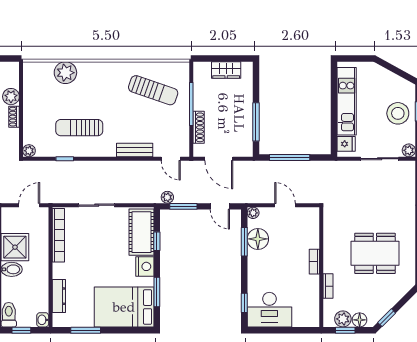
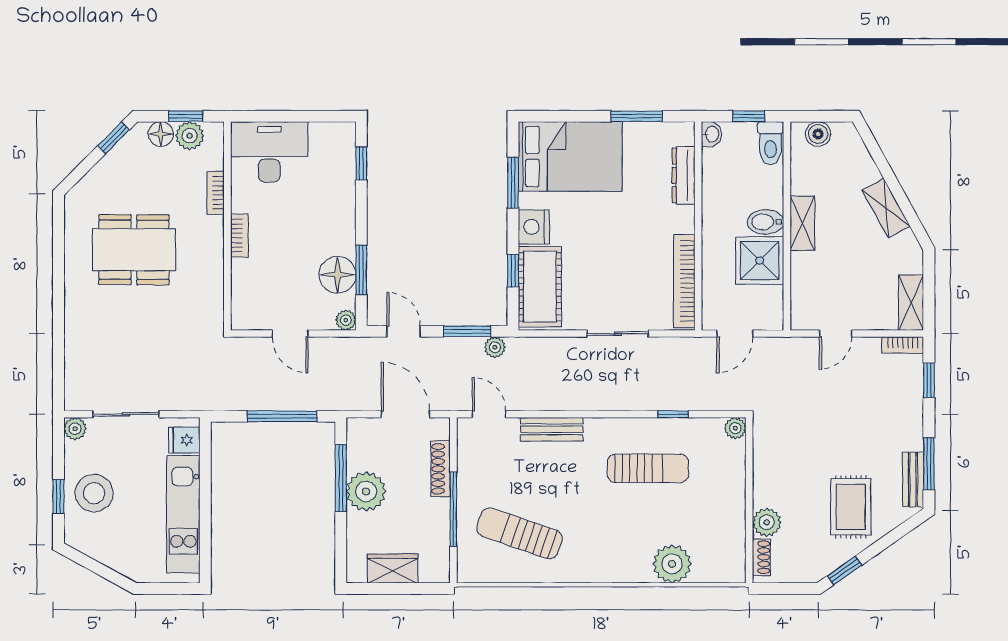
plant: (241, 114) -> (366, 491), added
shoe rack: (14, 117) -> (761, 557), moved
desk: (269, 310) -> (269, 152), moved

